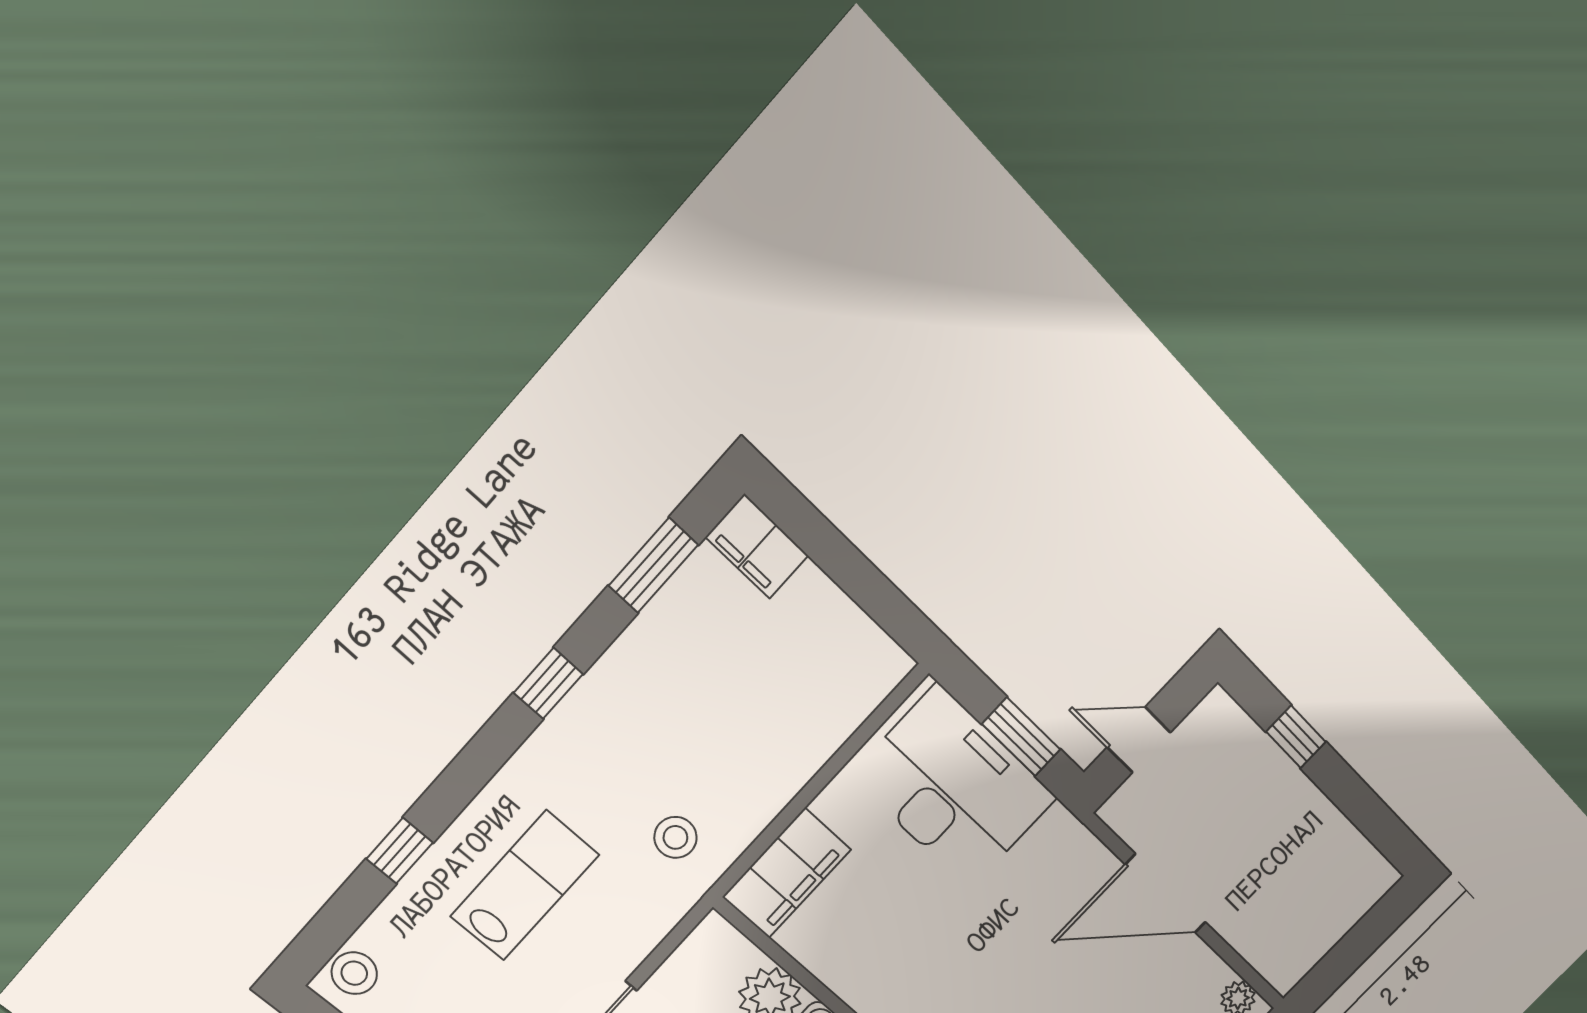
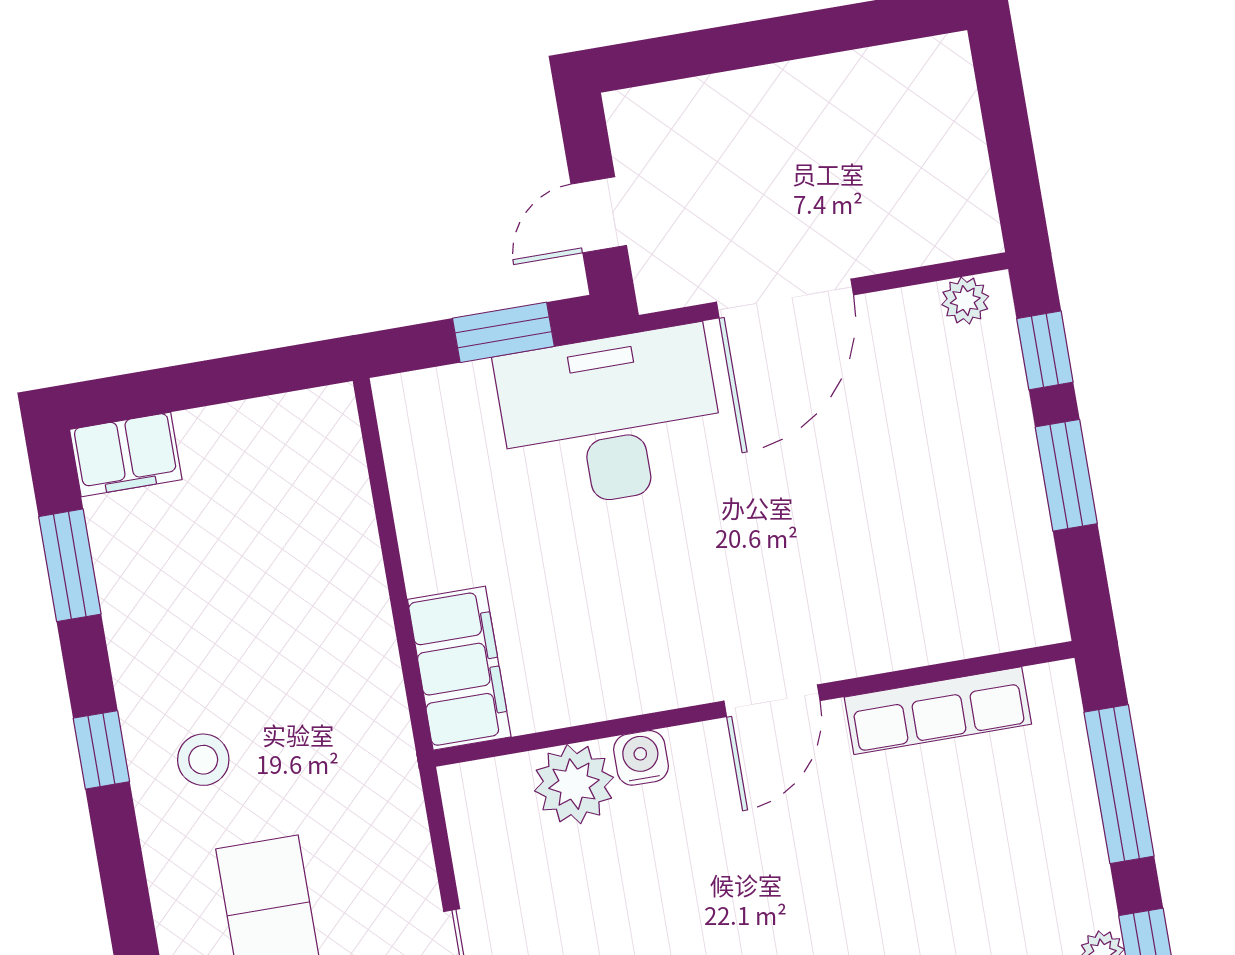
window: (1296, 737) -> (722, 49), removed
desk: (954, 787) -> (610, 418), moved
stool: (675, 837) -> (203, 760), moved

